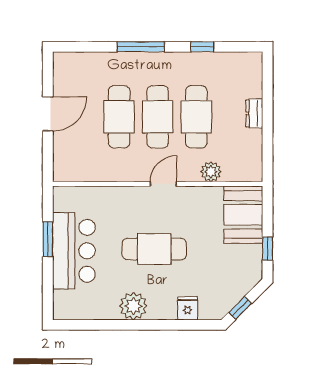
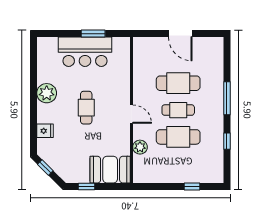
window: (268, 97) -> (192, 186), added
dresser: (254, 113) -> (181, 177), removed
cafe table: (158, 117) -> (178, 110), width x0.73, depth x0.74
cafe table: (154, 249) -> (86, 108), width x0.73, depth x0.74

